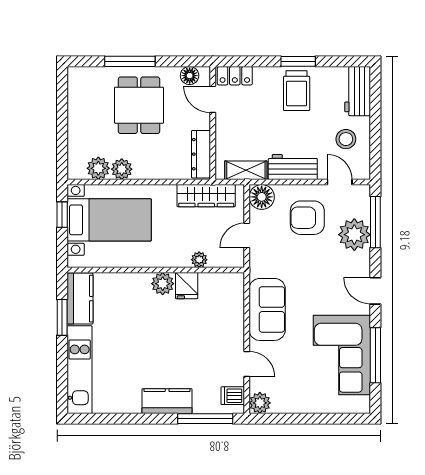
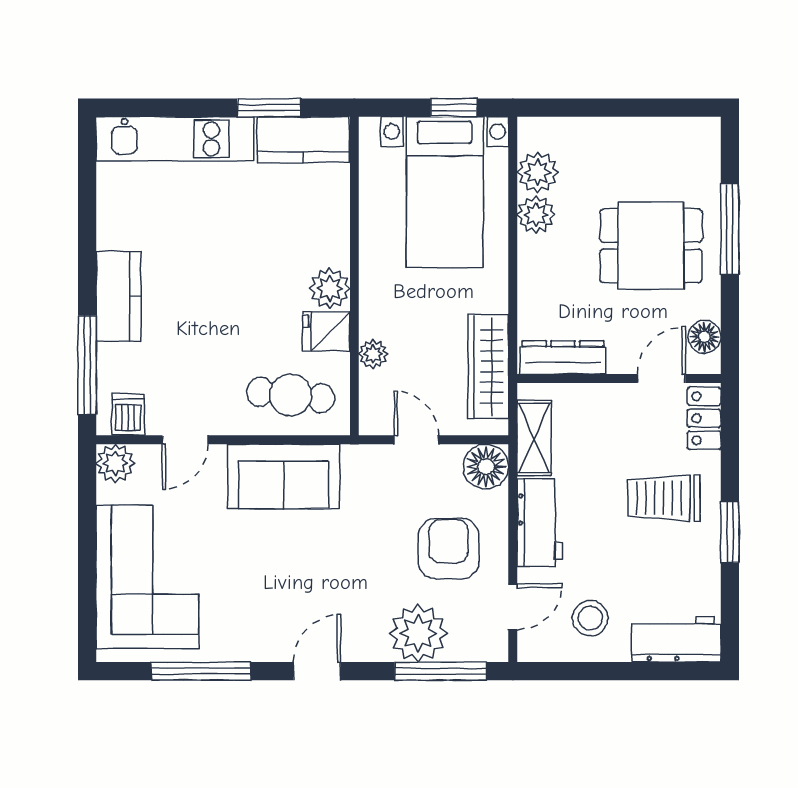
trolley: (297, 91) -> (664, 498), moved
cafe table: (222, 305) -> (291, 395), added
corner sofa: (342, 355) -> (147, 577), moved, turned 90

